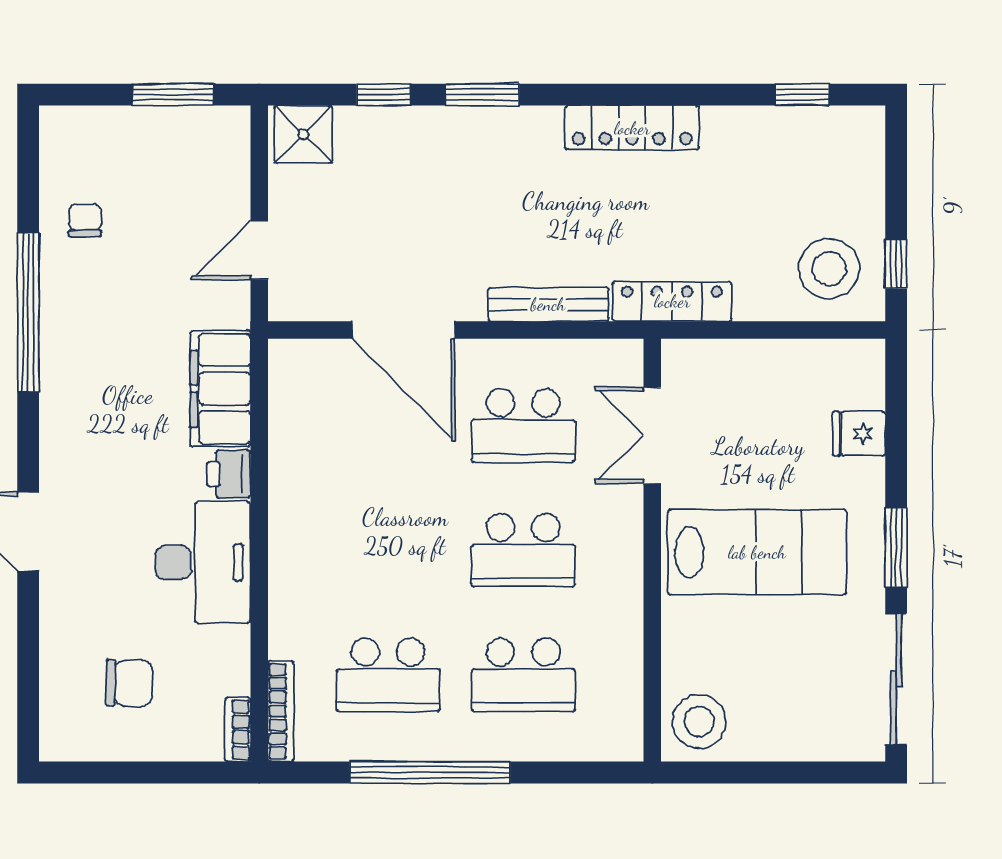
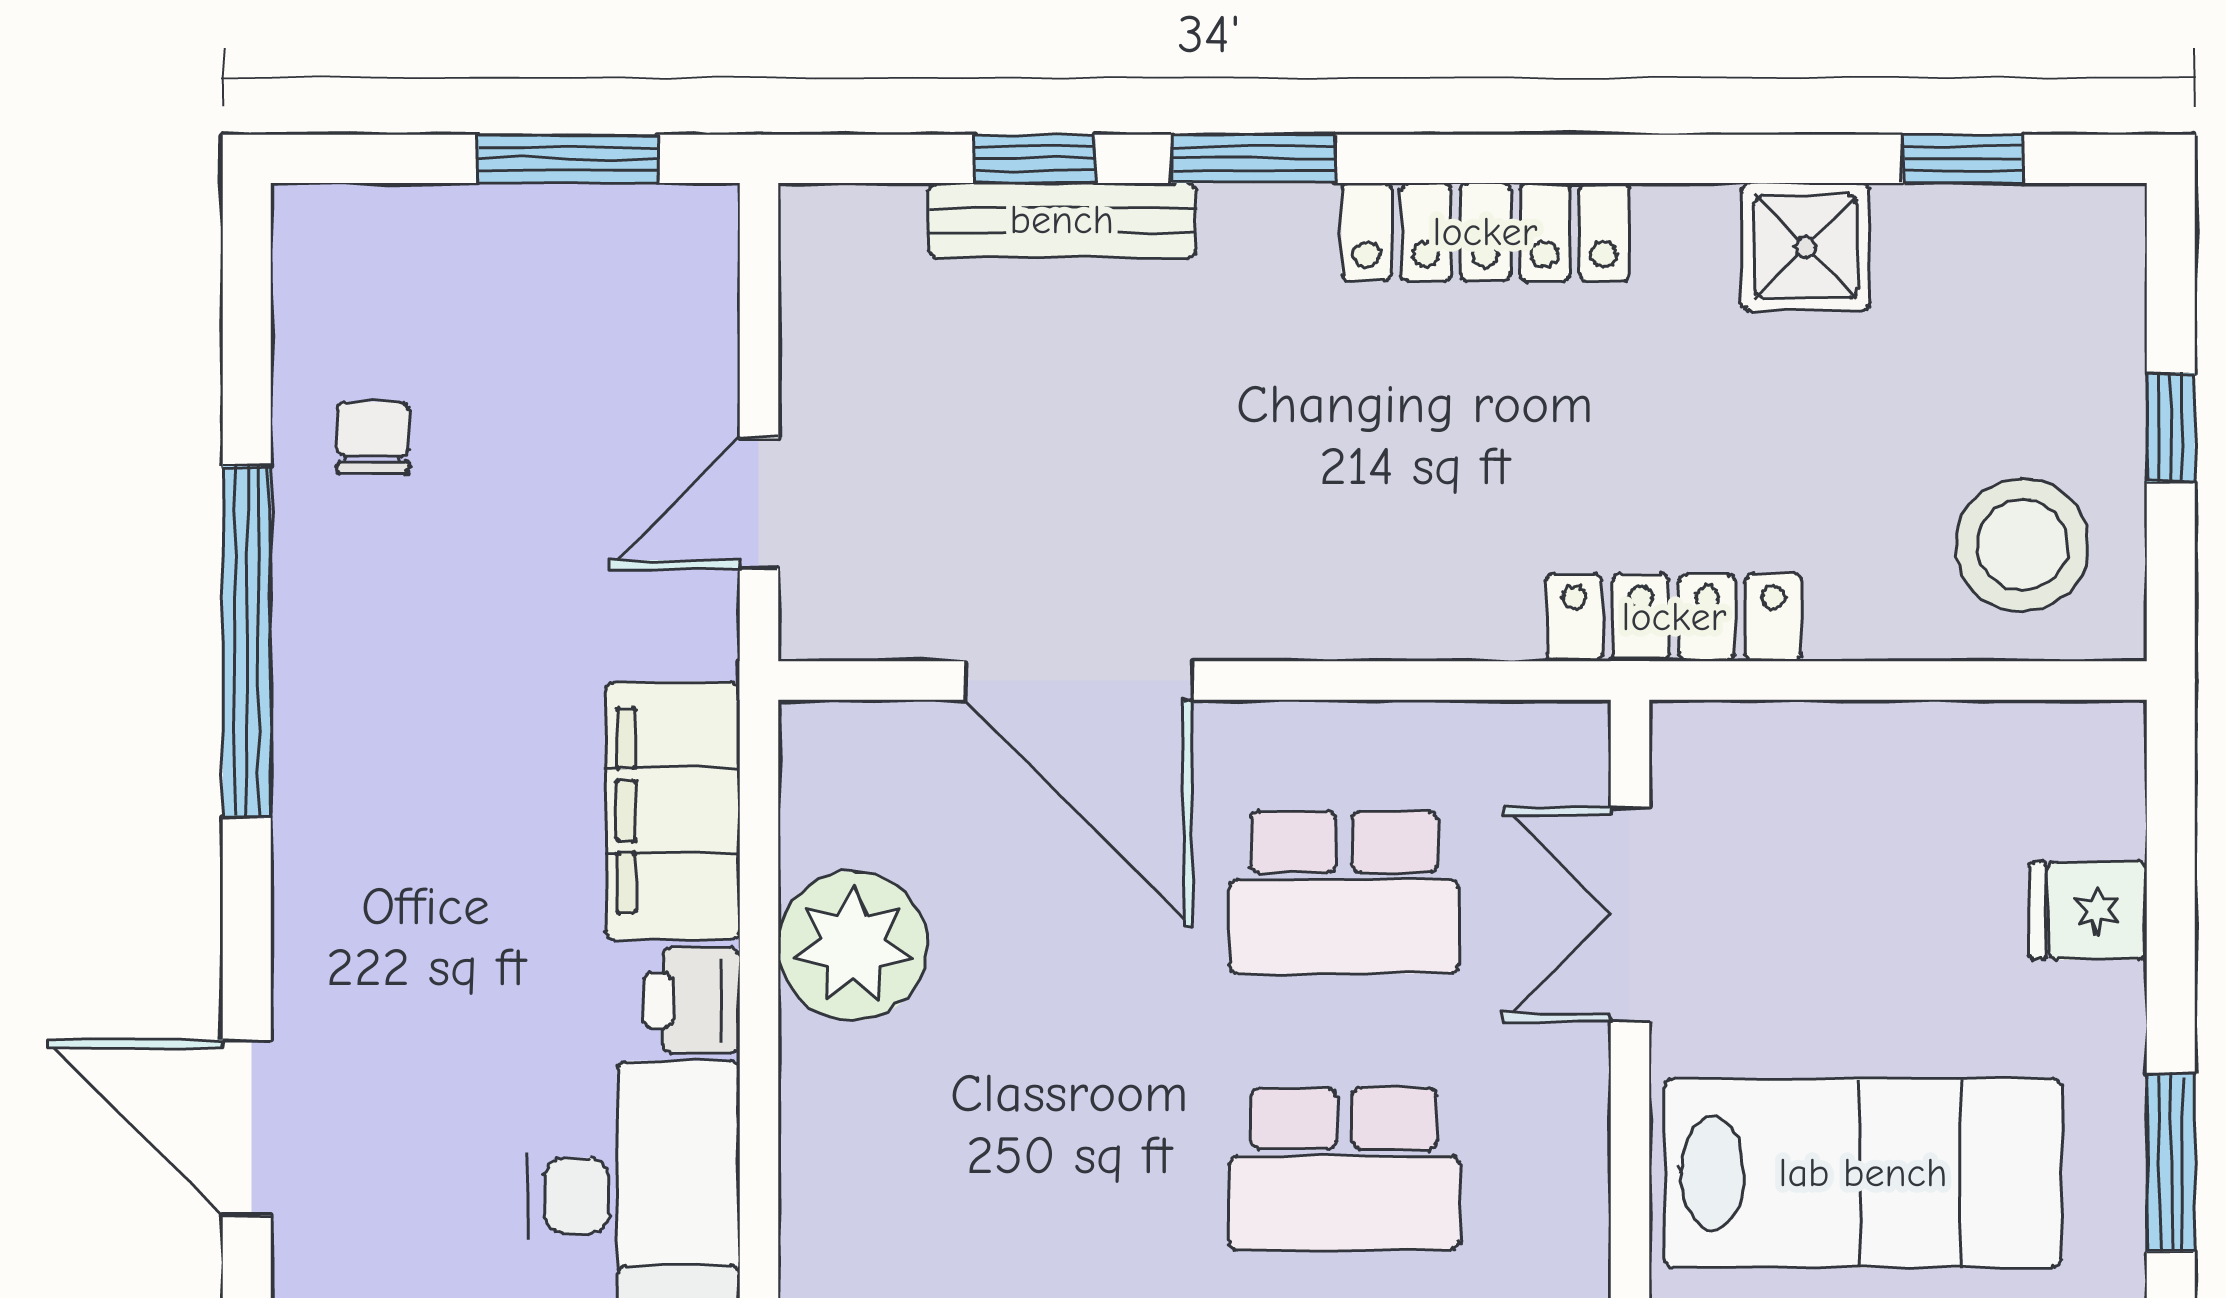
locker: (632, 128) -> (1485, 232), moved
shower: (303, 134) -> (1806, 247), moved
window: (896, 264) -> (2171, 428), moved
bench: (548, 304) -> (1062, 220), moved
plant: (302, 450) -> (853, 946), added

